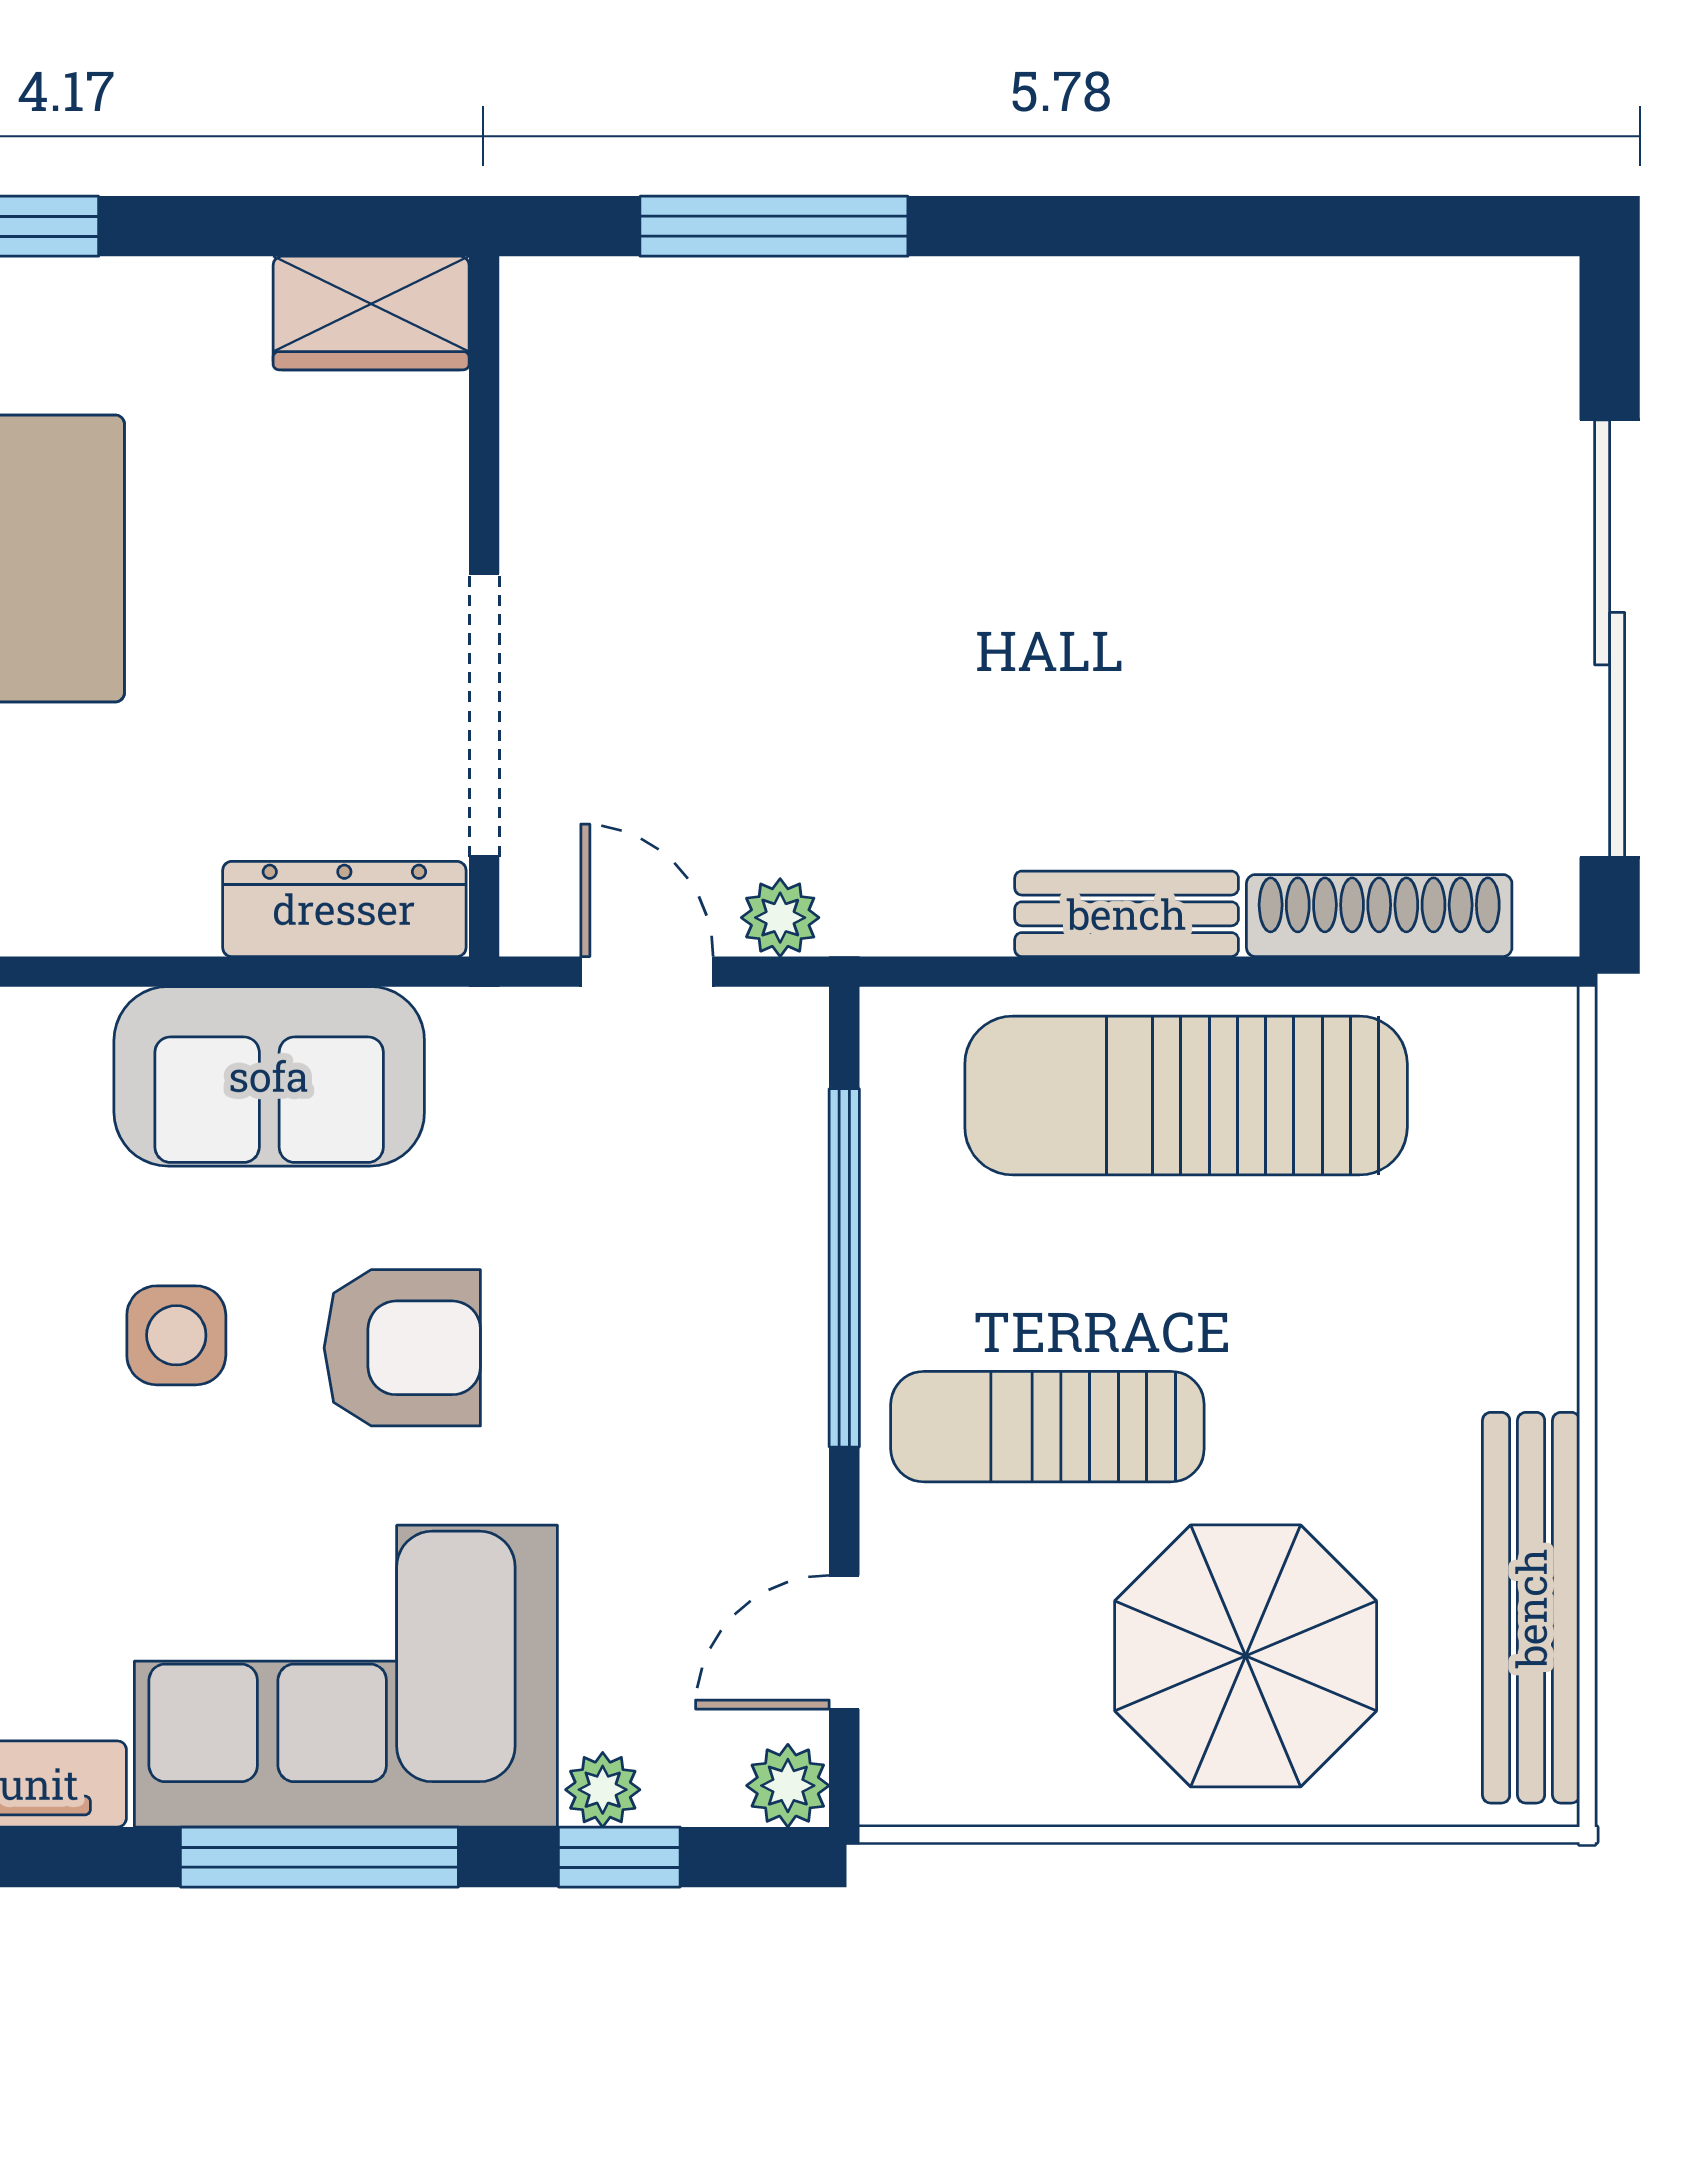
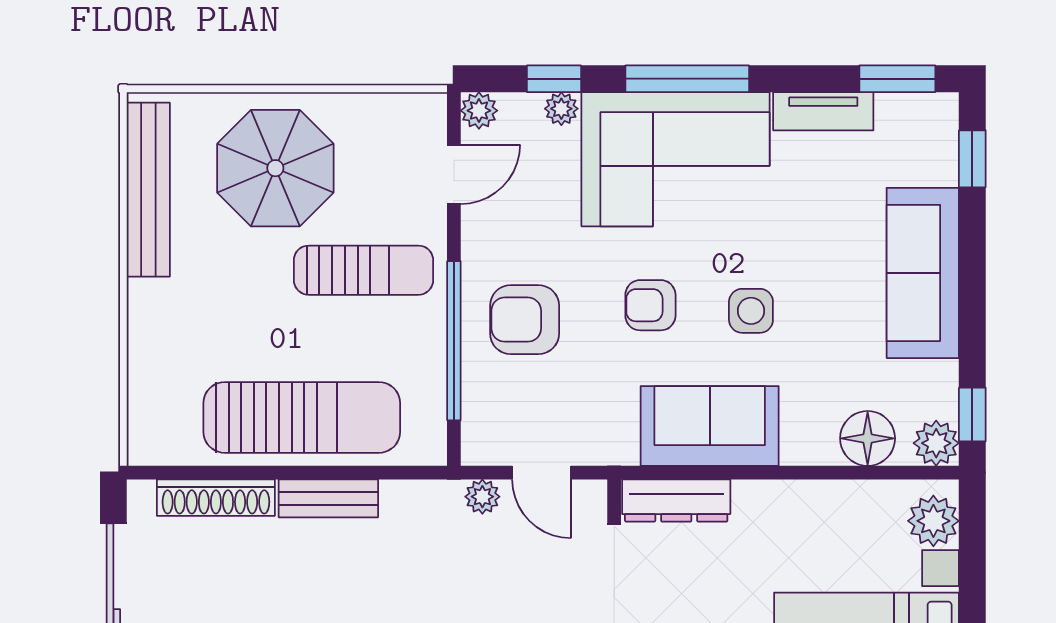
armchair: (685, 1316) -> (525, 320), added
armchair: (402, 1348) -> (650, 305), width x0.72, depth x0.72

